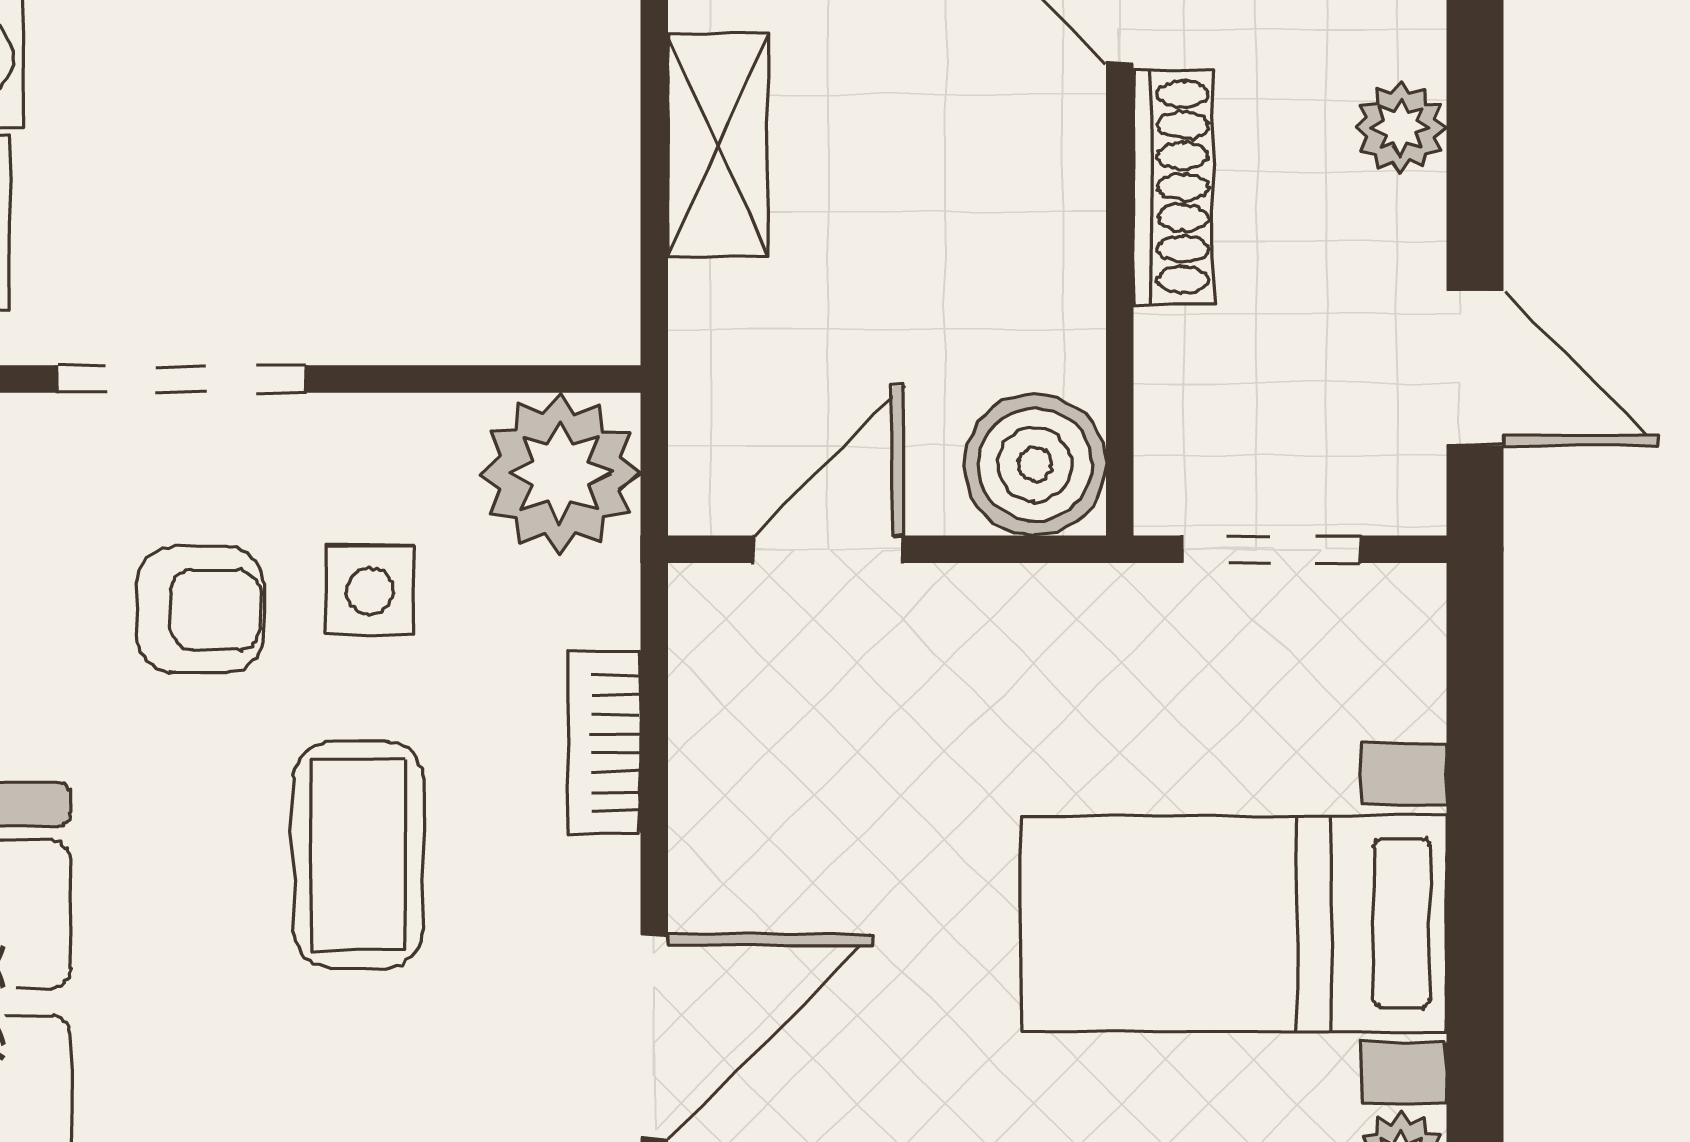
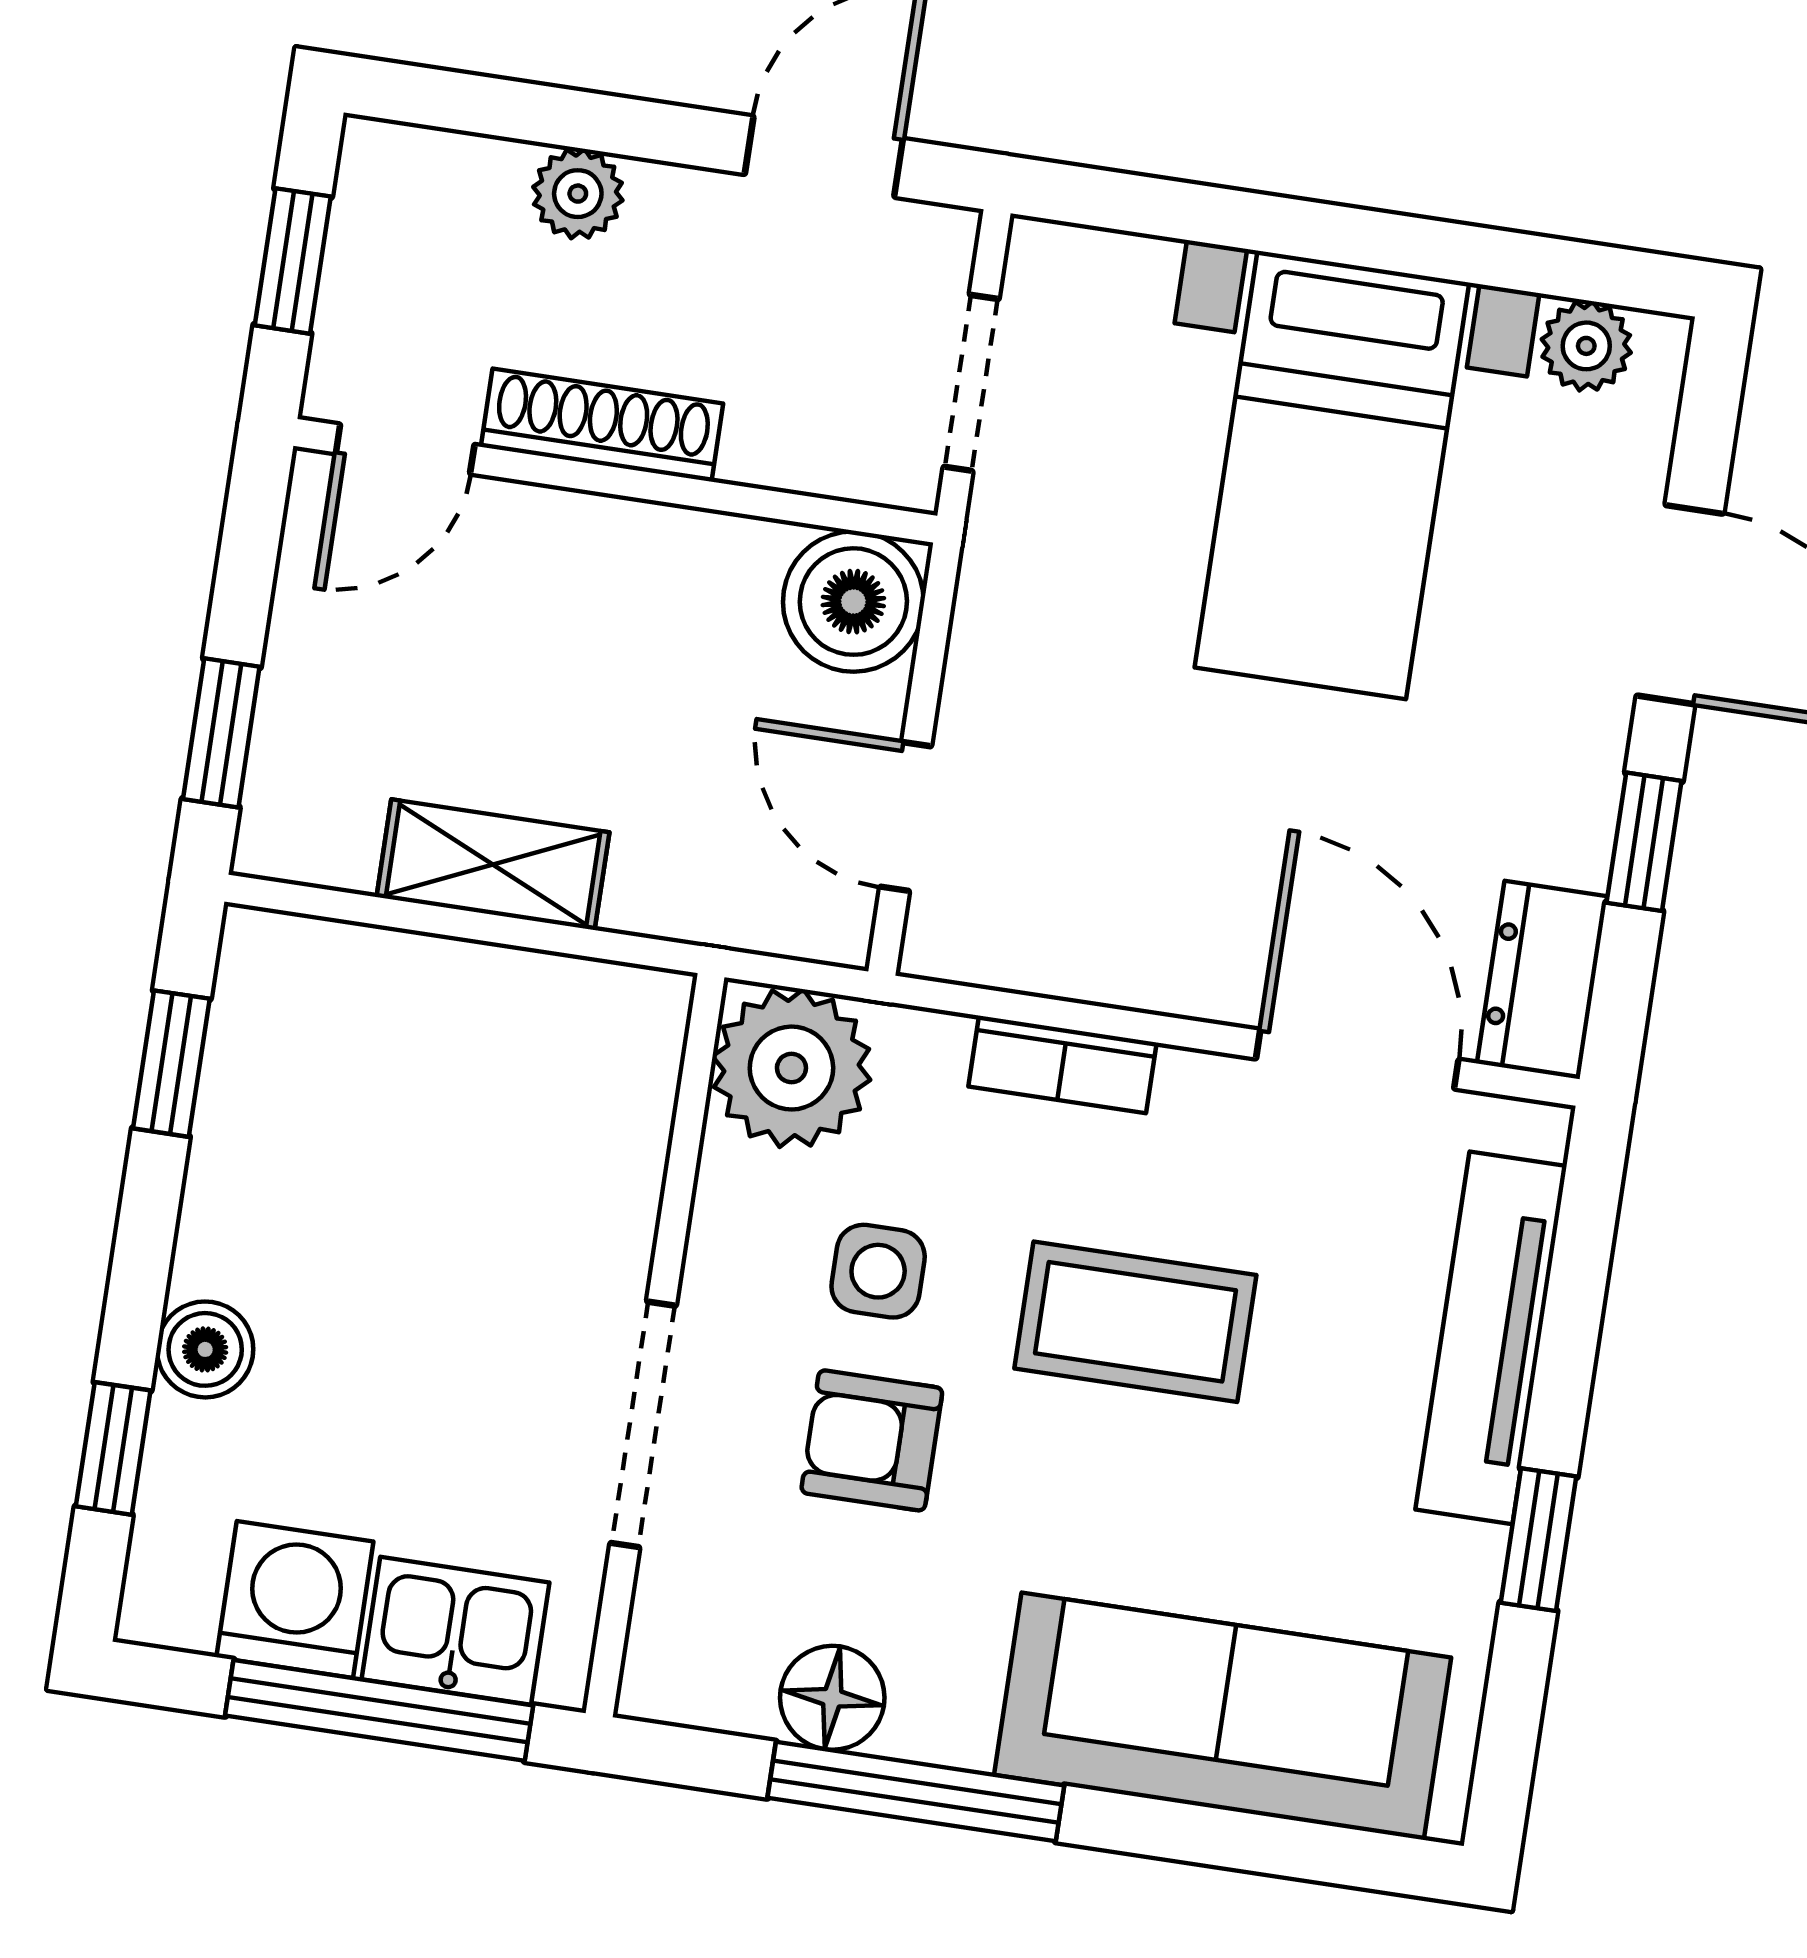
armchair: (200, 610) -> (872, 1440), turned -90

